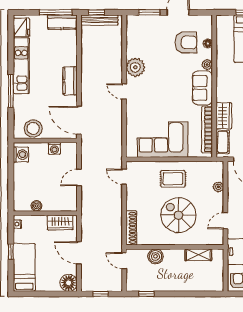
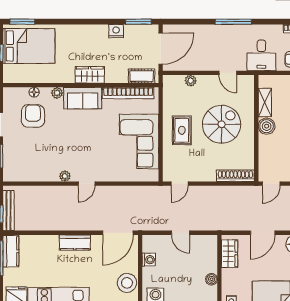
plant: (135, 67) -> (65, 176), width x0.53, depth x0.53
wardrobe: (224, 116) -> (90, 75), moved
spiral stairs: (178, 215) -> (222, 124), turned 180
boiler: (155, 256) -> (267, 126), moved

